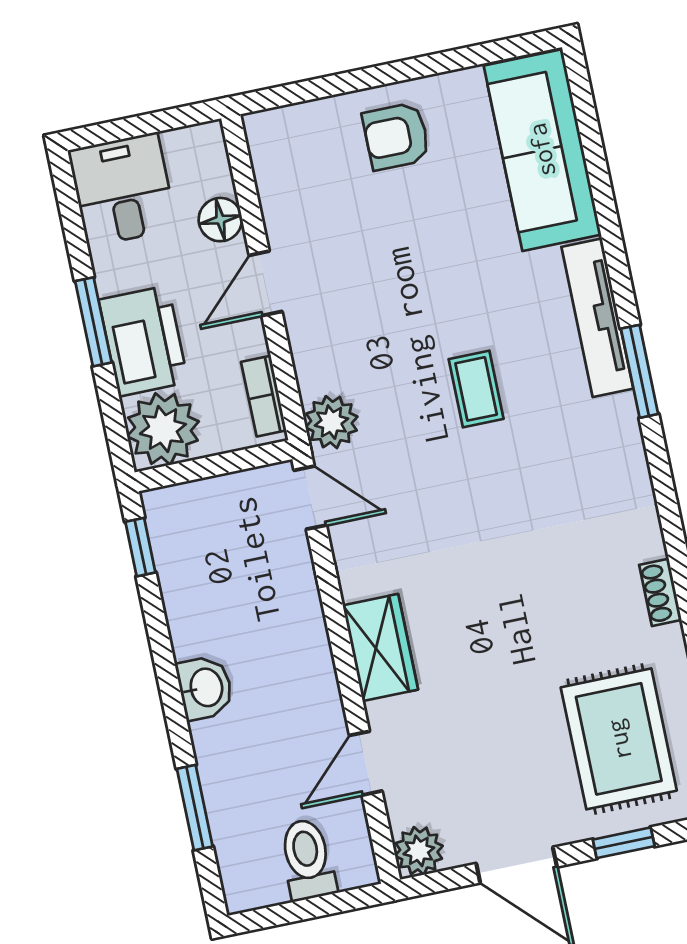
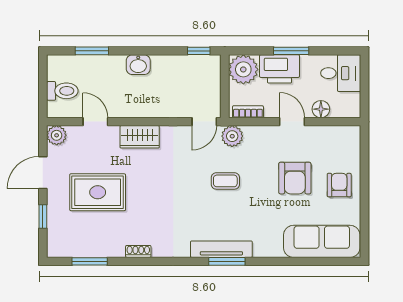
armchair: (402, 248) -> (295, 178), added
tv unit: (597, 318) -> (221, 249), moved
coffee table: (476, 389) -> (225, 181), moved
rug: (619, 739) -> (98, 192), moved

